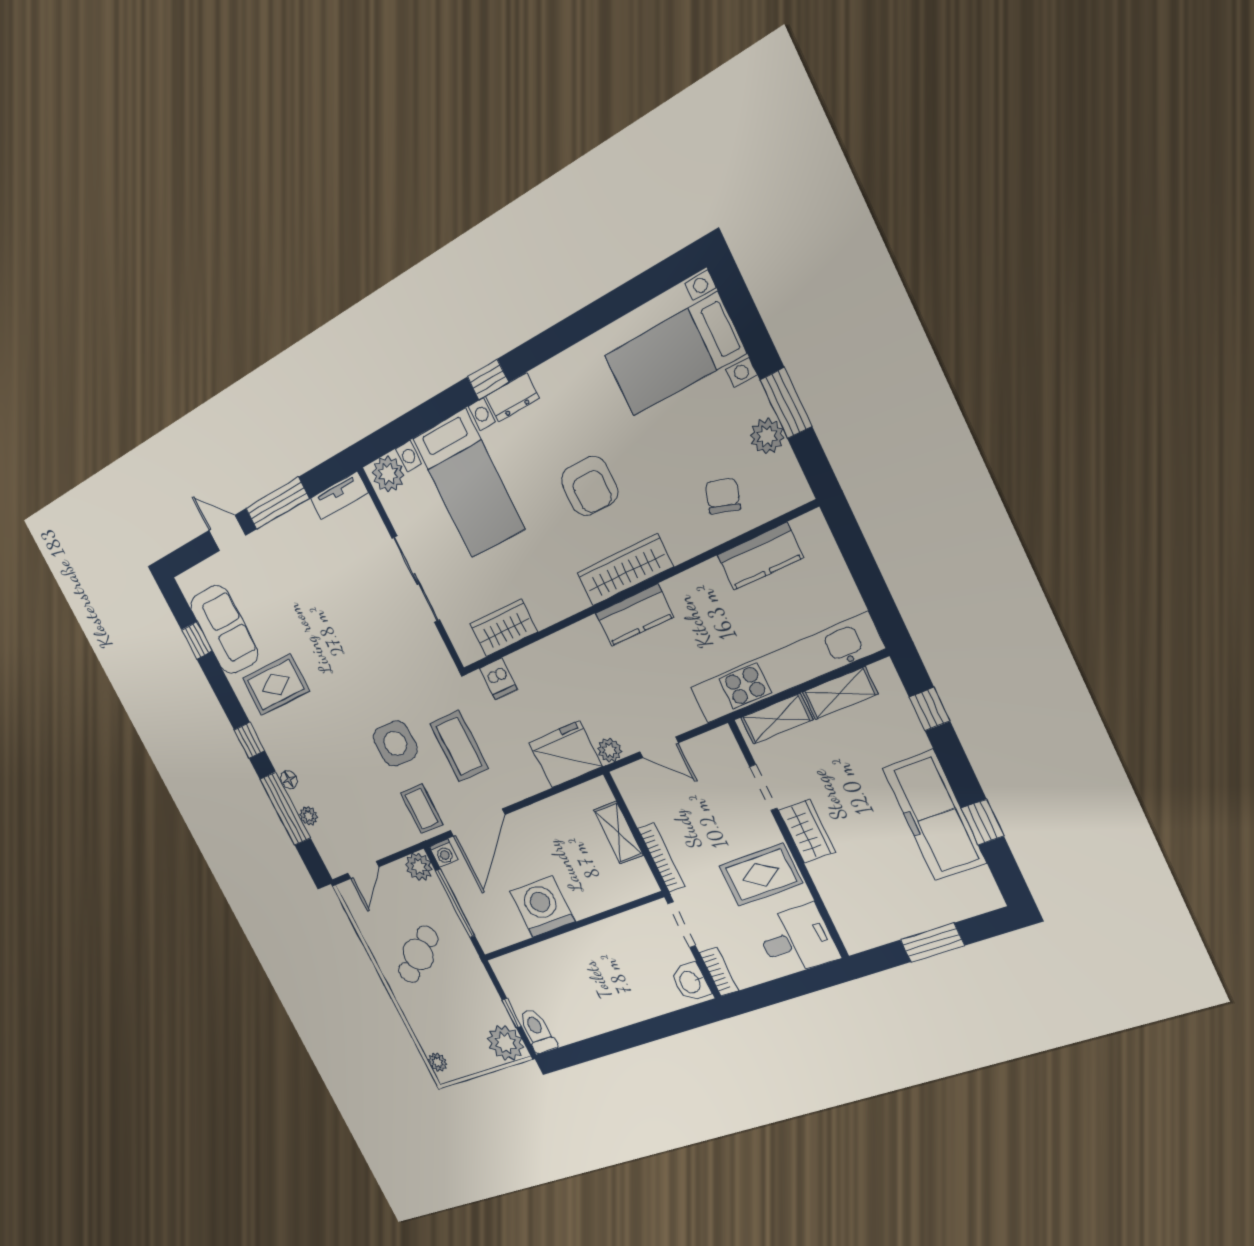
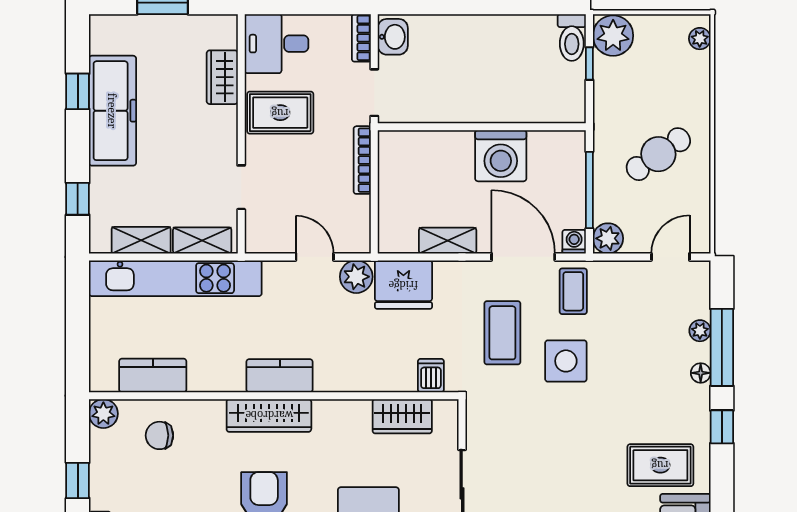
window: (786, 403) -> (78, 480), width x0.67
plant: (767, 436) -> (103, 414), moved
chair: (723, 496) -> (159, 435), turned 73
plant: (610, 750) -> (356, 277), width x1.38, depth x1.38
door: (477, 823) -> (523, 257), hinge flipped
wardrobe: (807, 831) -> (222, 77), moved
shelving: (618, 833) -> (448, 241), moved, turned 90

